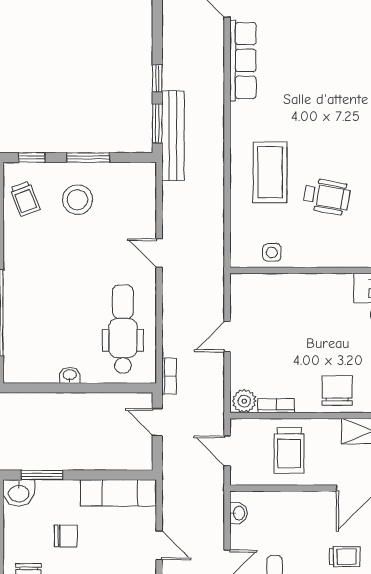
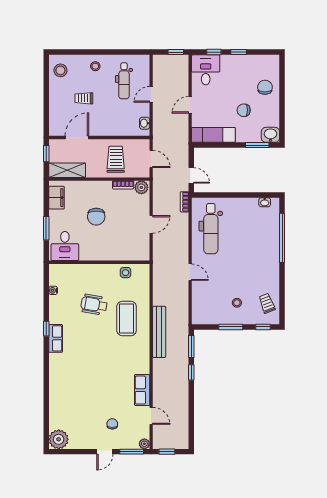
row of seats: (243, 60) -> (142, 390), width x0.68
bench: (173, 136) -> (159, 332), moved
stool: (77, 200) -> (237, 303), width x0.53, depth x0.53
washbasin: (70, 375) -> (265, 202), moved
chair: (337, 390) -> (96, 217), moved
door: (159, 545) -> (190, 105), hinge flipped

